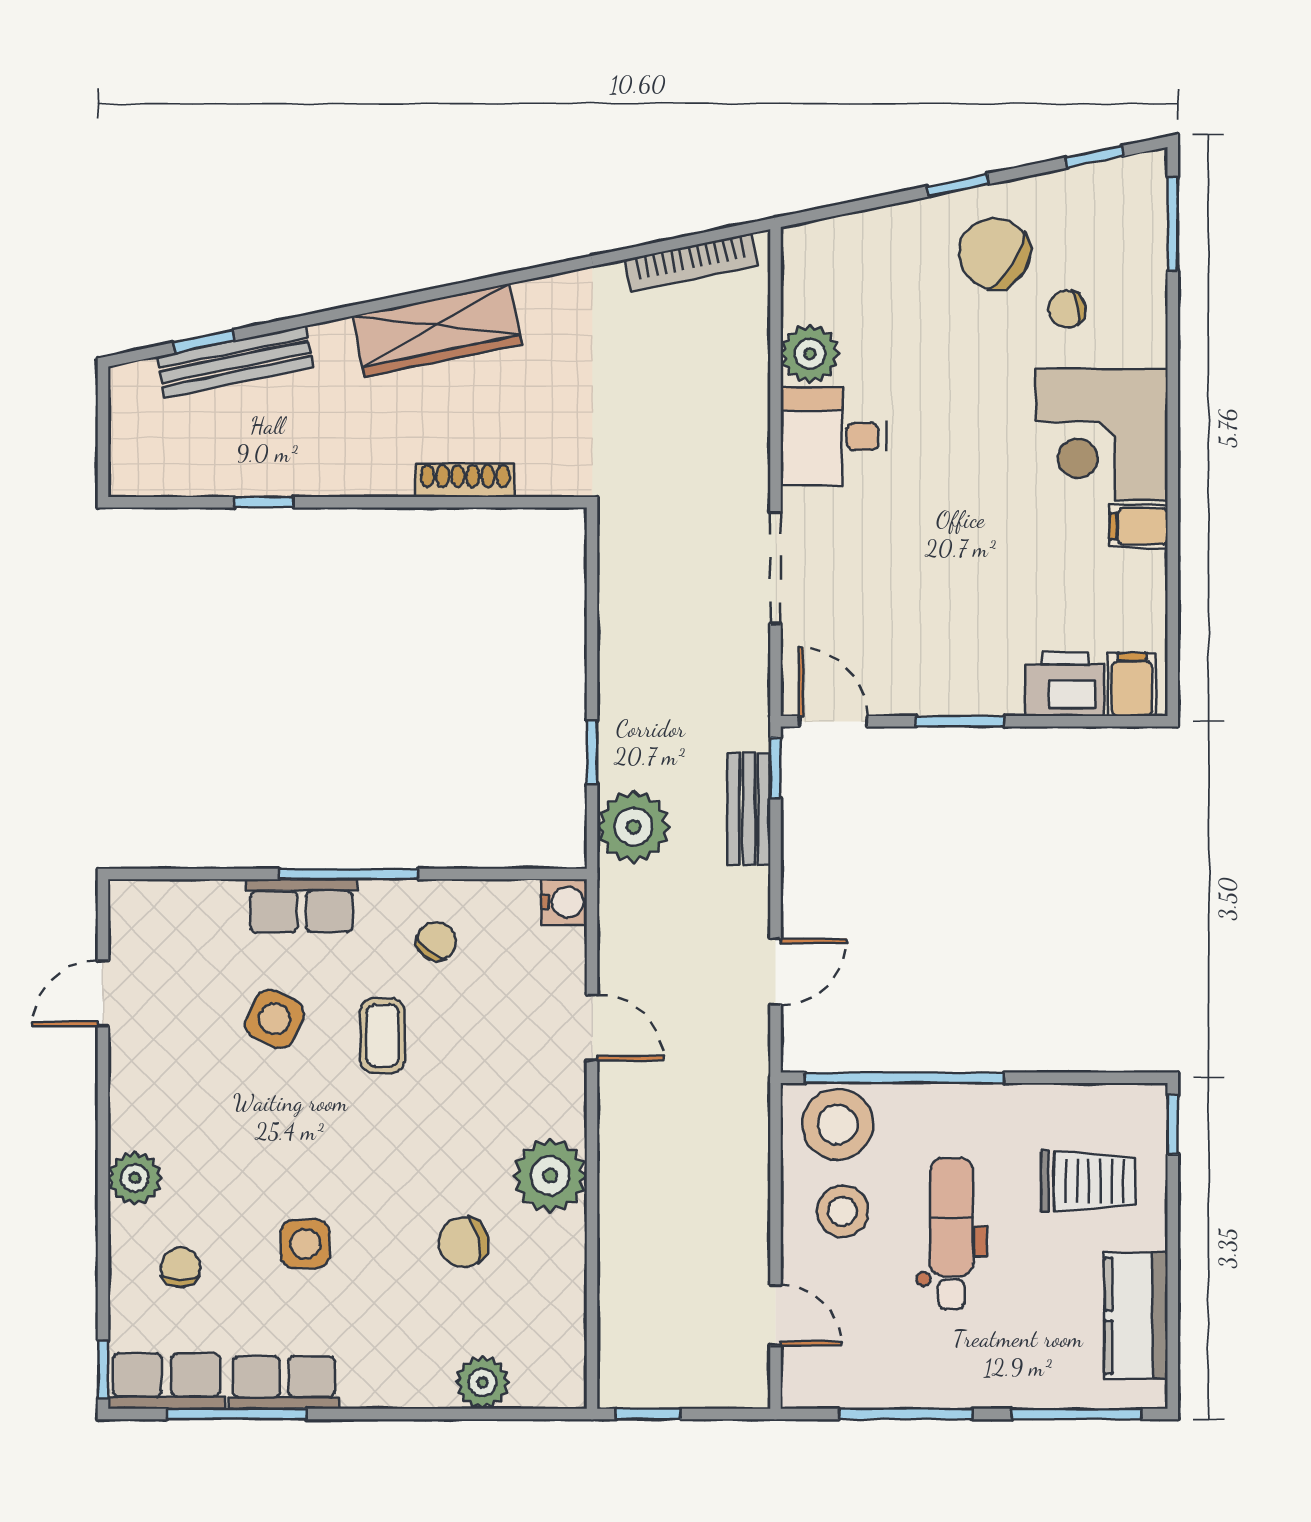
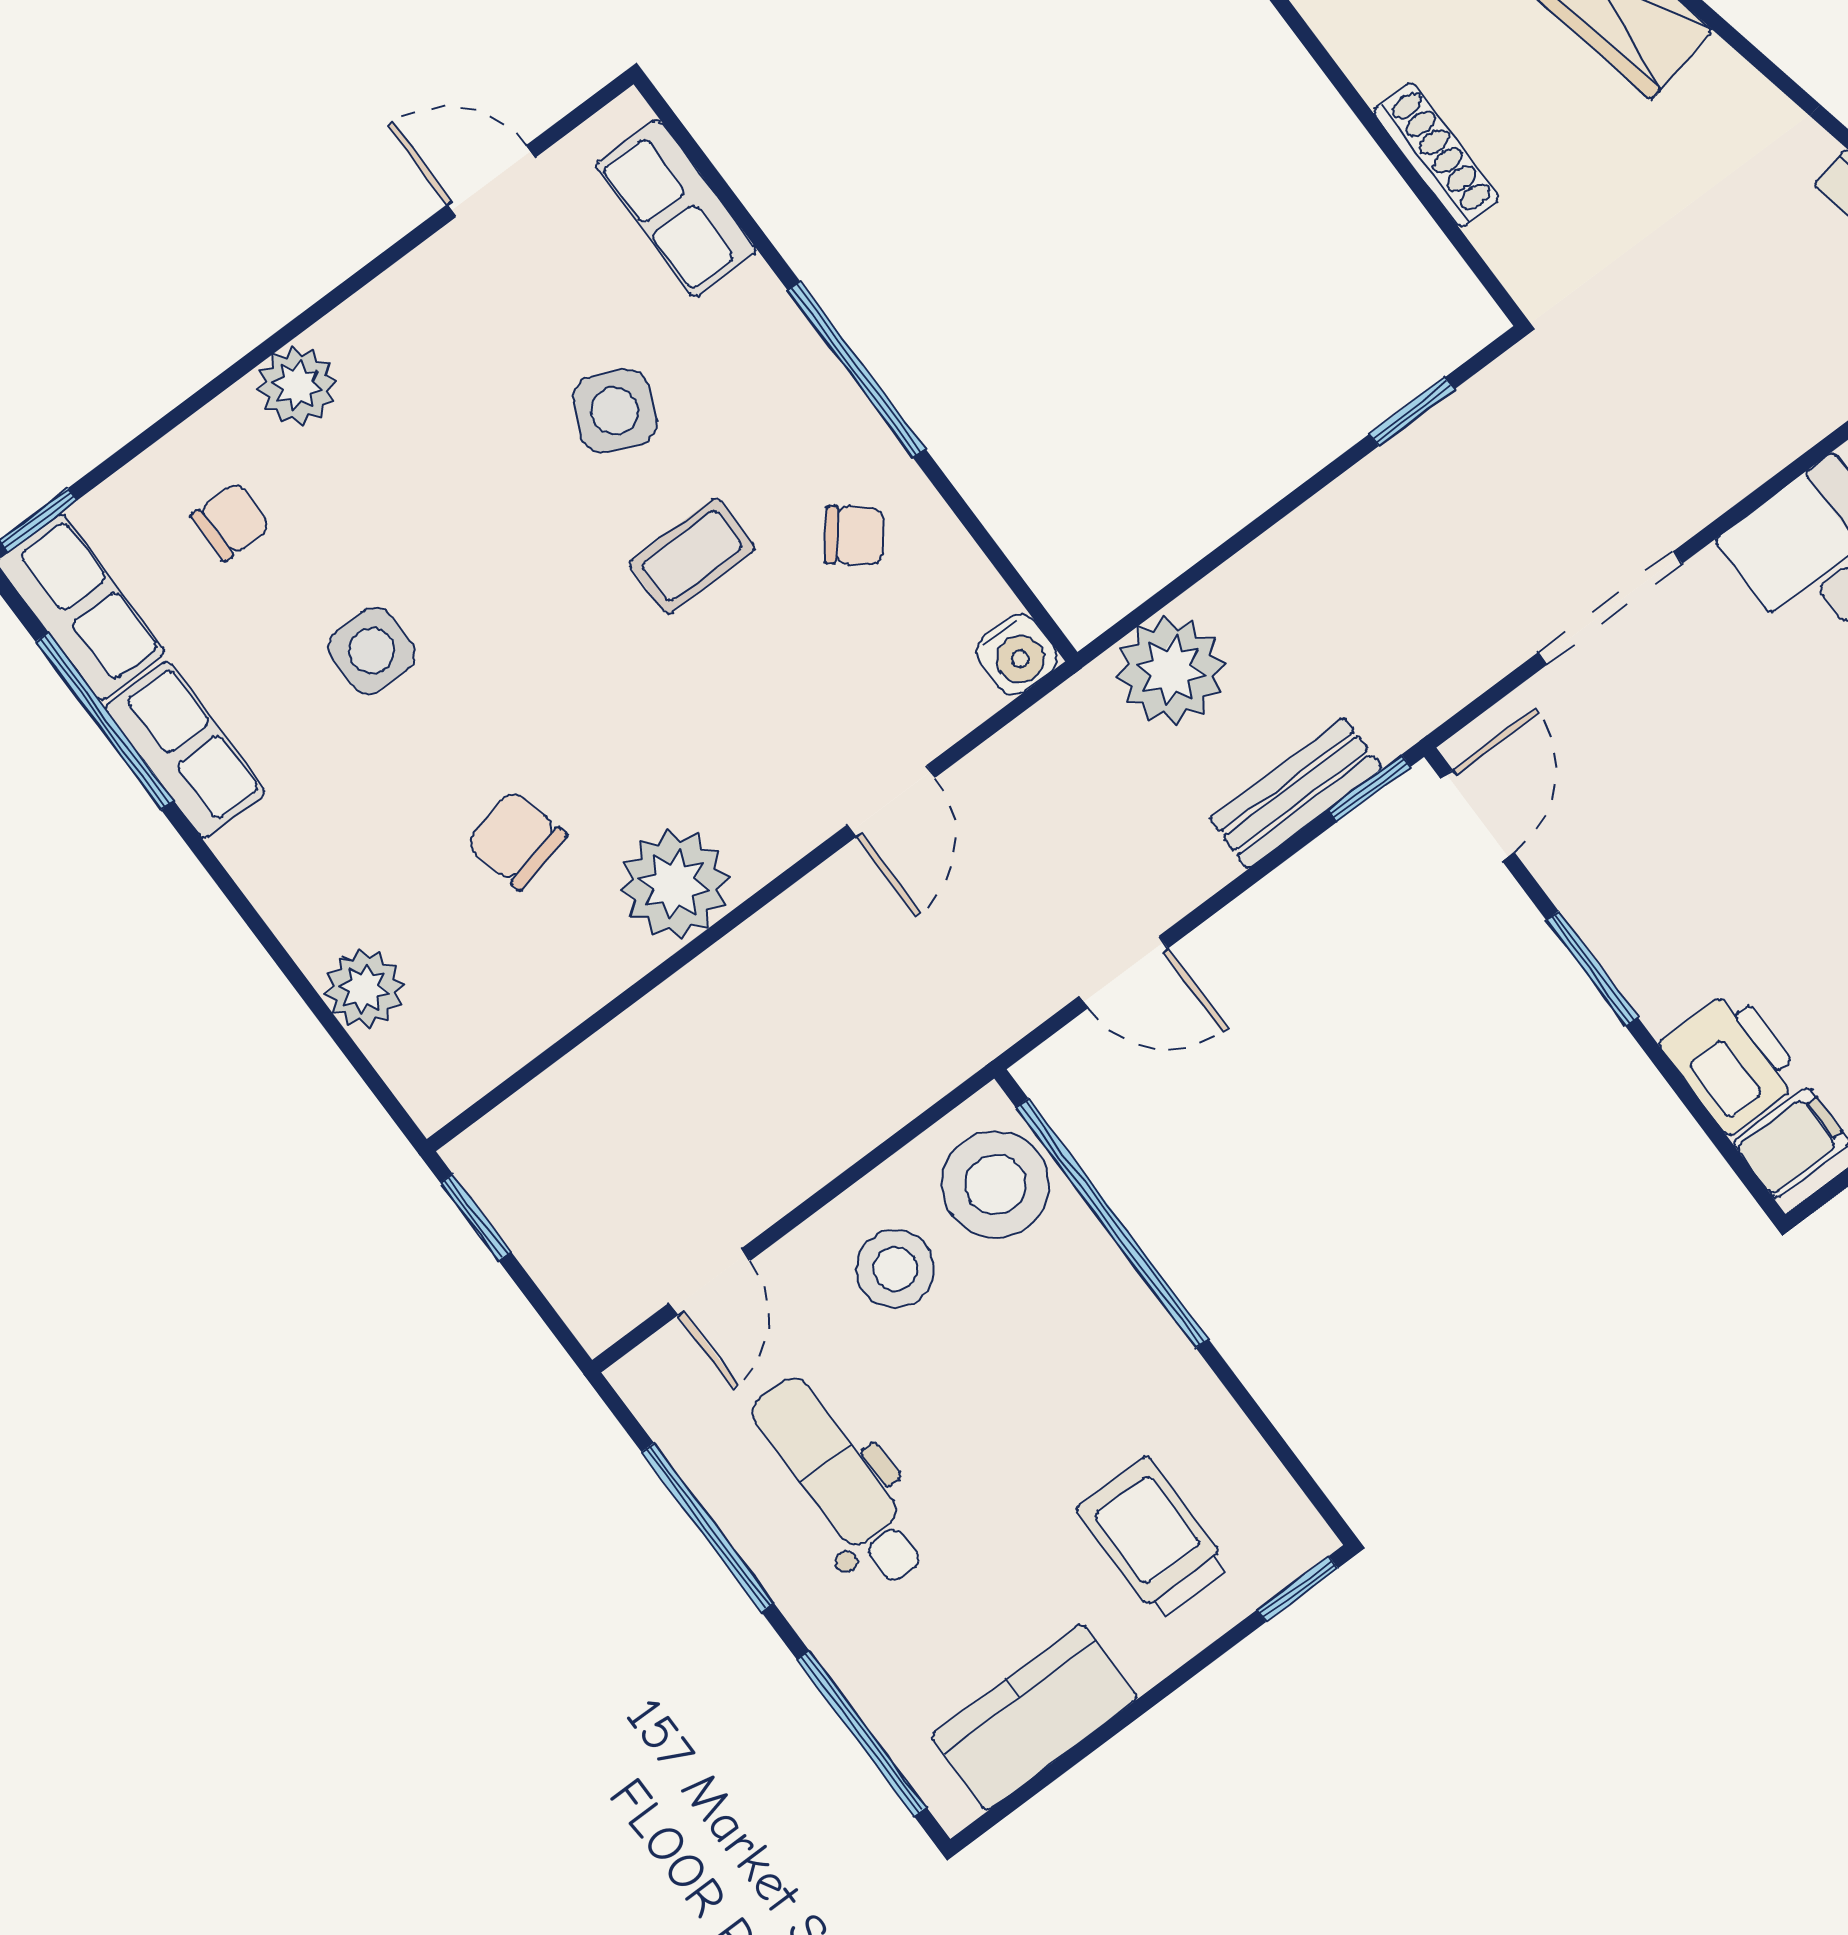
window: (592, 752) -> (1412, 412), moved
row of seats: (302, 906) -> (676, 208), moved
trolley: (1088, 1181) -> (1153, 1538), turned 180
dental chair: (952, 1234) -> (839, 1481), moved, turned -90

